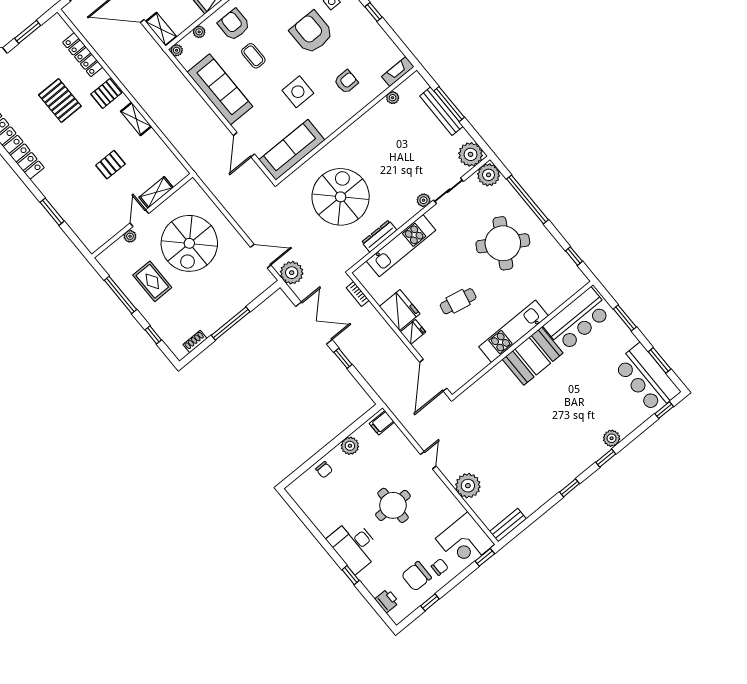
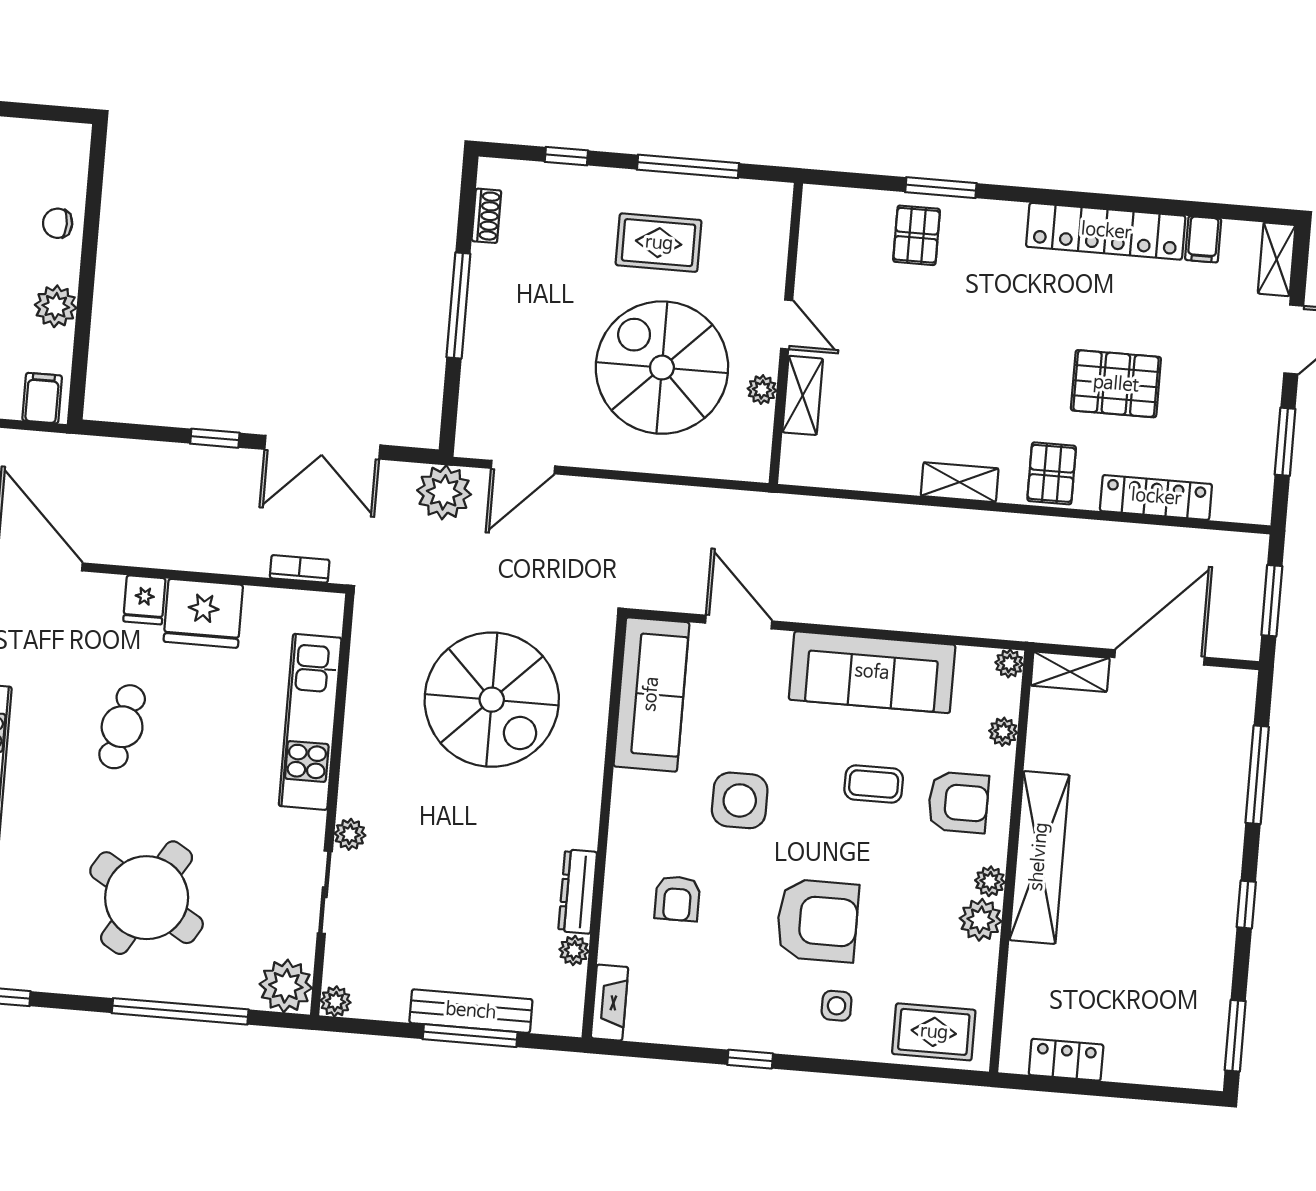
plant: (471, 154) -> (336, 1001), width x0.53, depth x0.53
pallet: (111, 165) -> (917, 235), moved
plant: (130, 236) -> (762, 390), moved
dresser: (379, 236) -> (578, 892), moved, turned 180

